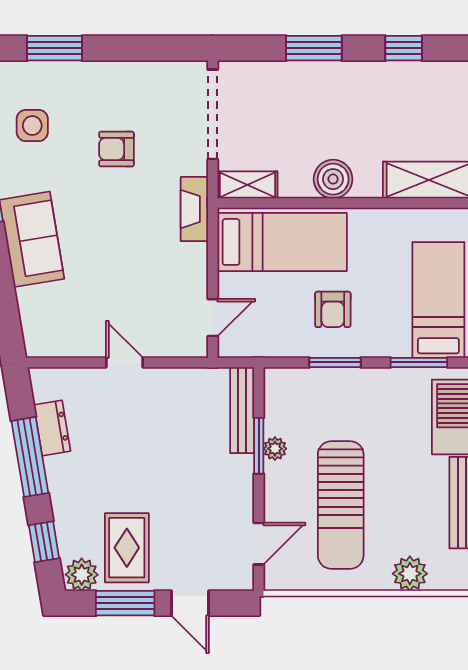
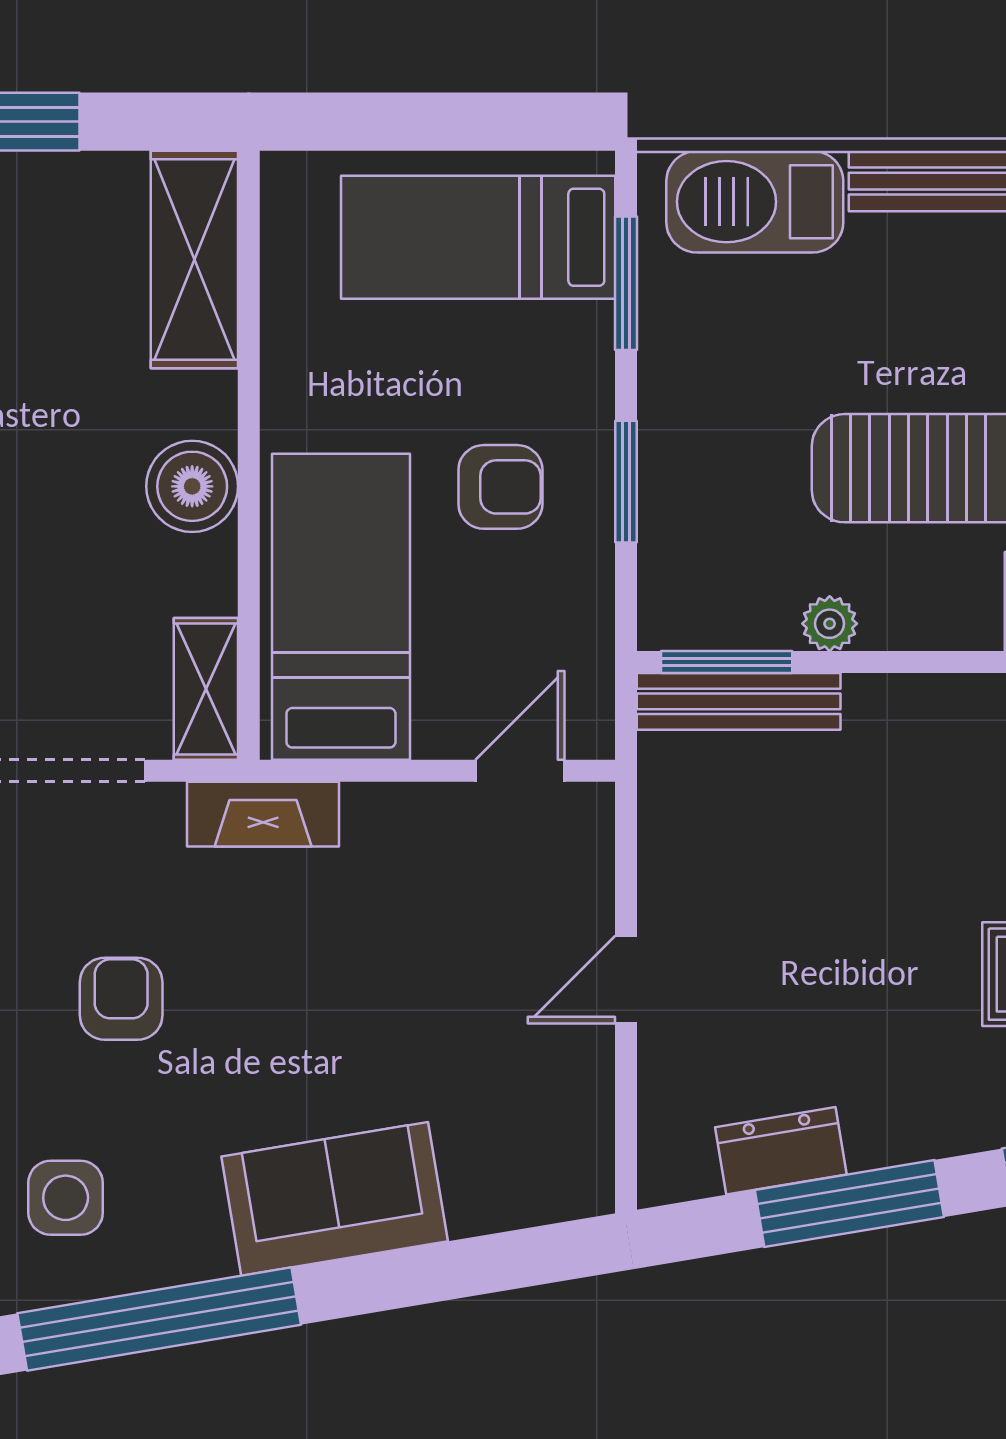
armchair: (116, 149) -> (121, 999), turned 180
door: (213, 318) -> (520, 771), hinge flipped
window: (259, 446) -> (727, 662), moved

